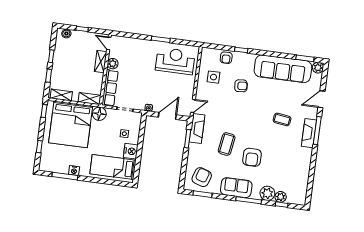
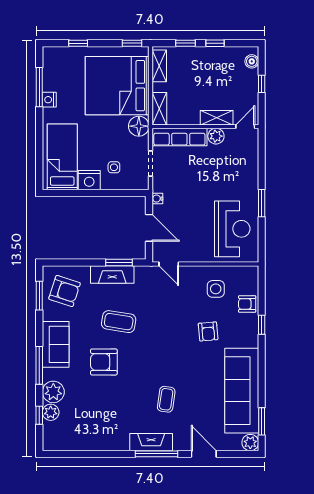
fireplace: (197, 128) -> (112, 274), moved

